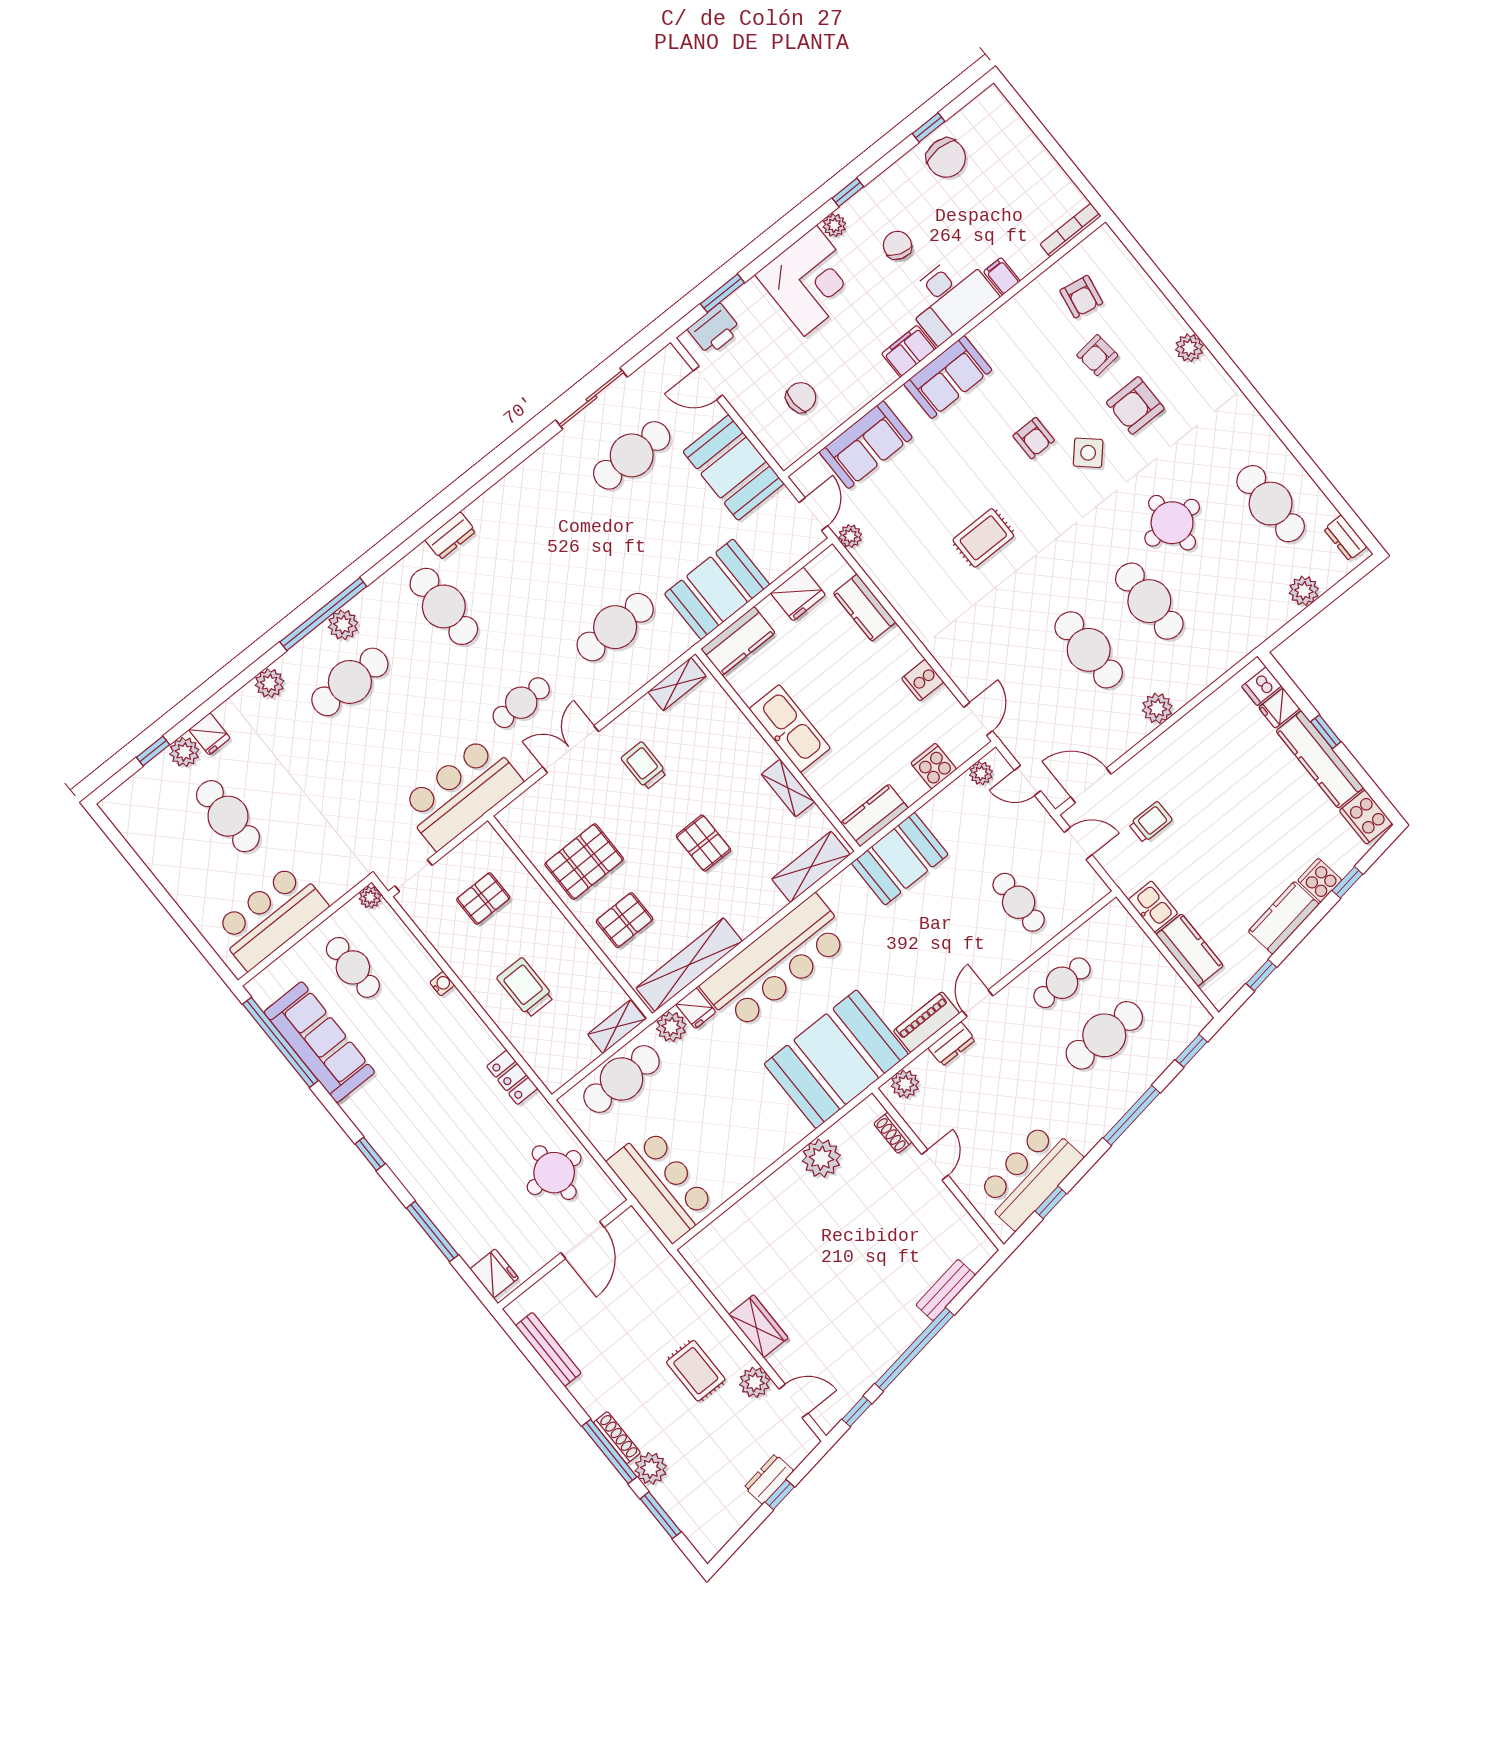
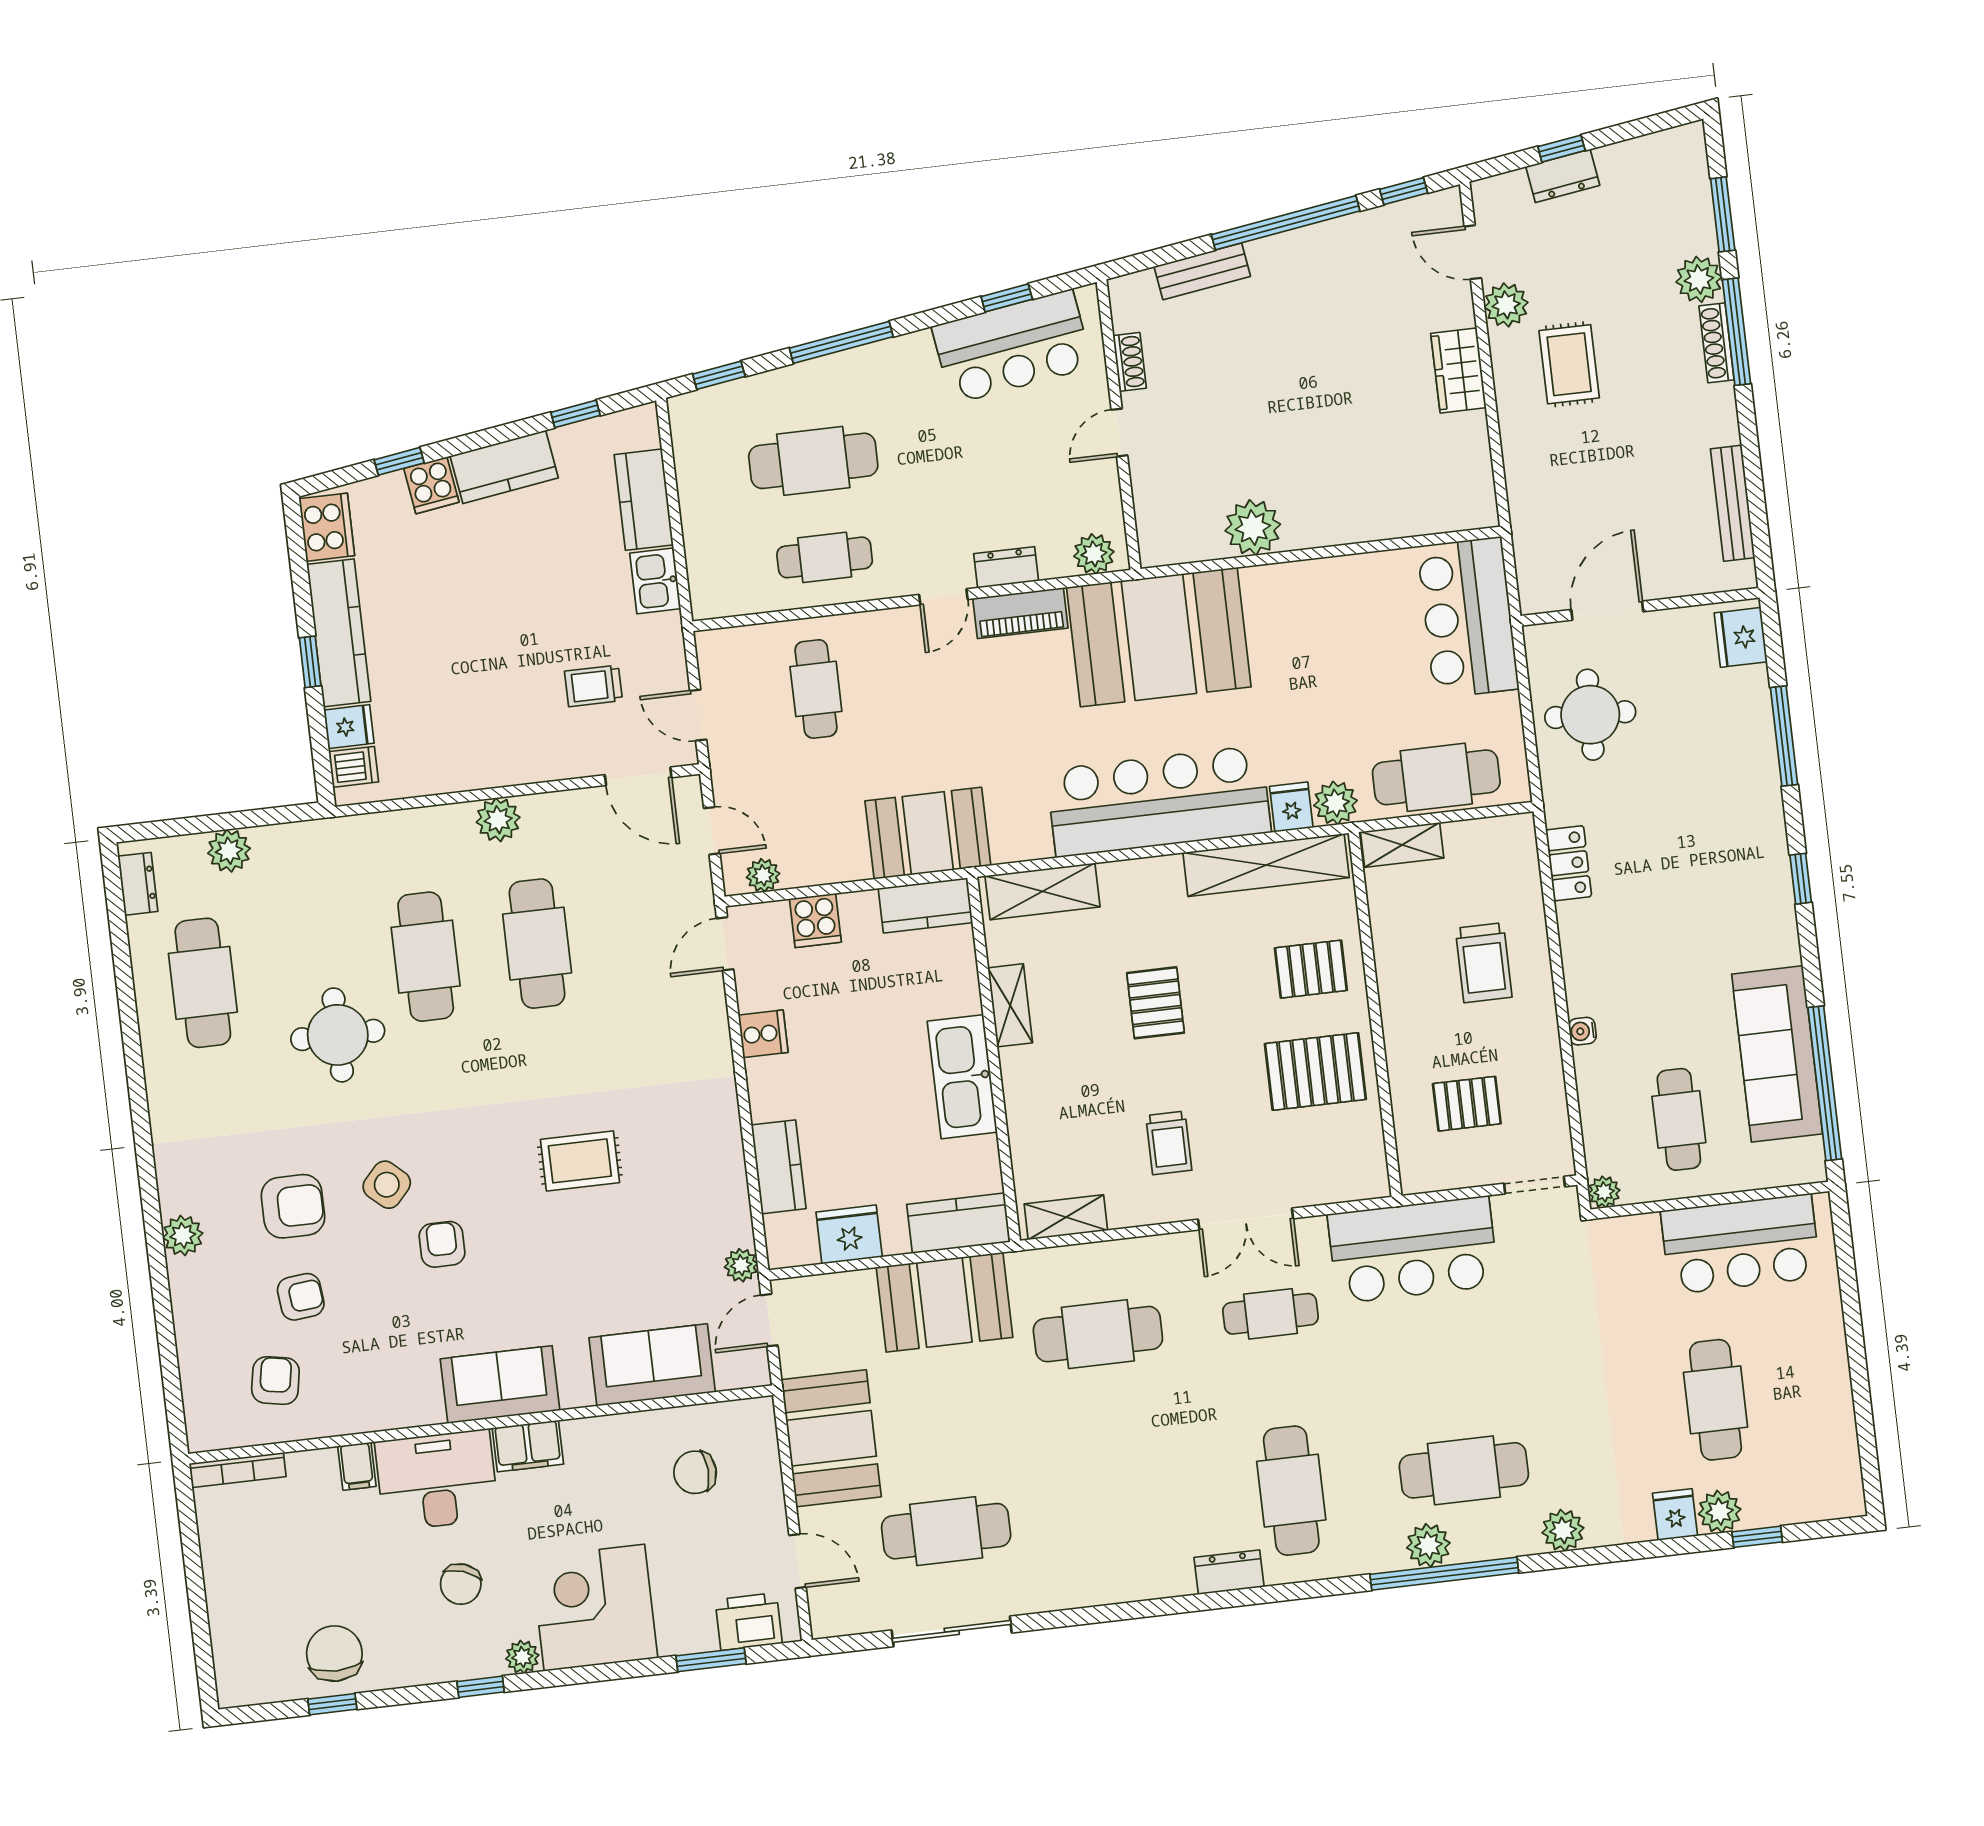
shoe rack: (893, 1133) -> (1130, 362), moved

